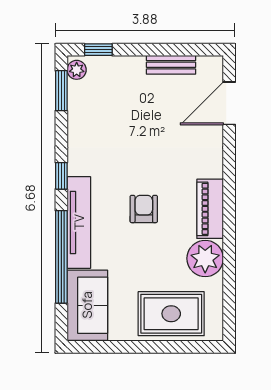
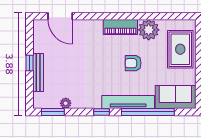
window: (98, 50) -> (29, 63), moved
bench: (171, 65) -> (38, 72), moved, width x1.36
plant: (77, 70) -> (66, 103), moved
armchair: (144, 209) -> (133, 63), moved

